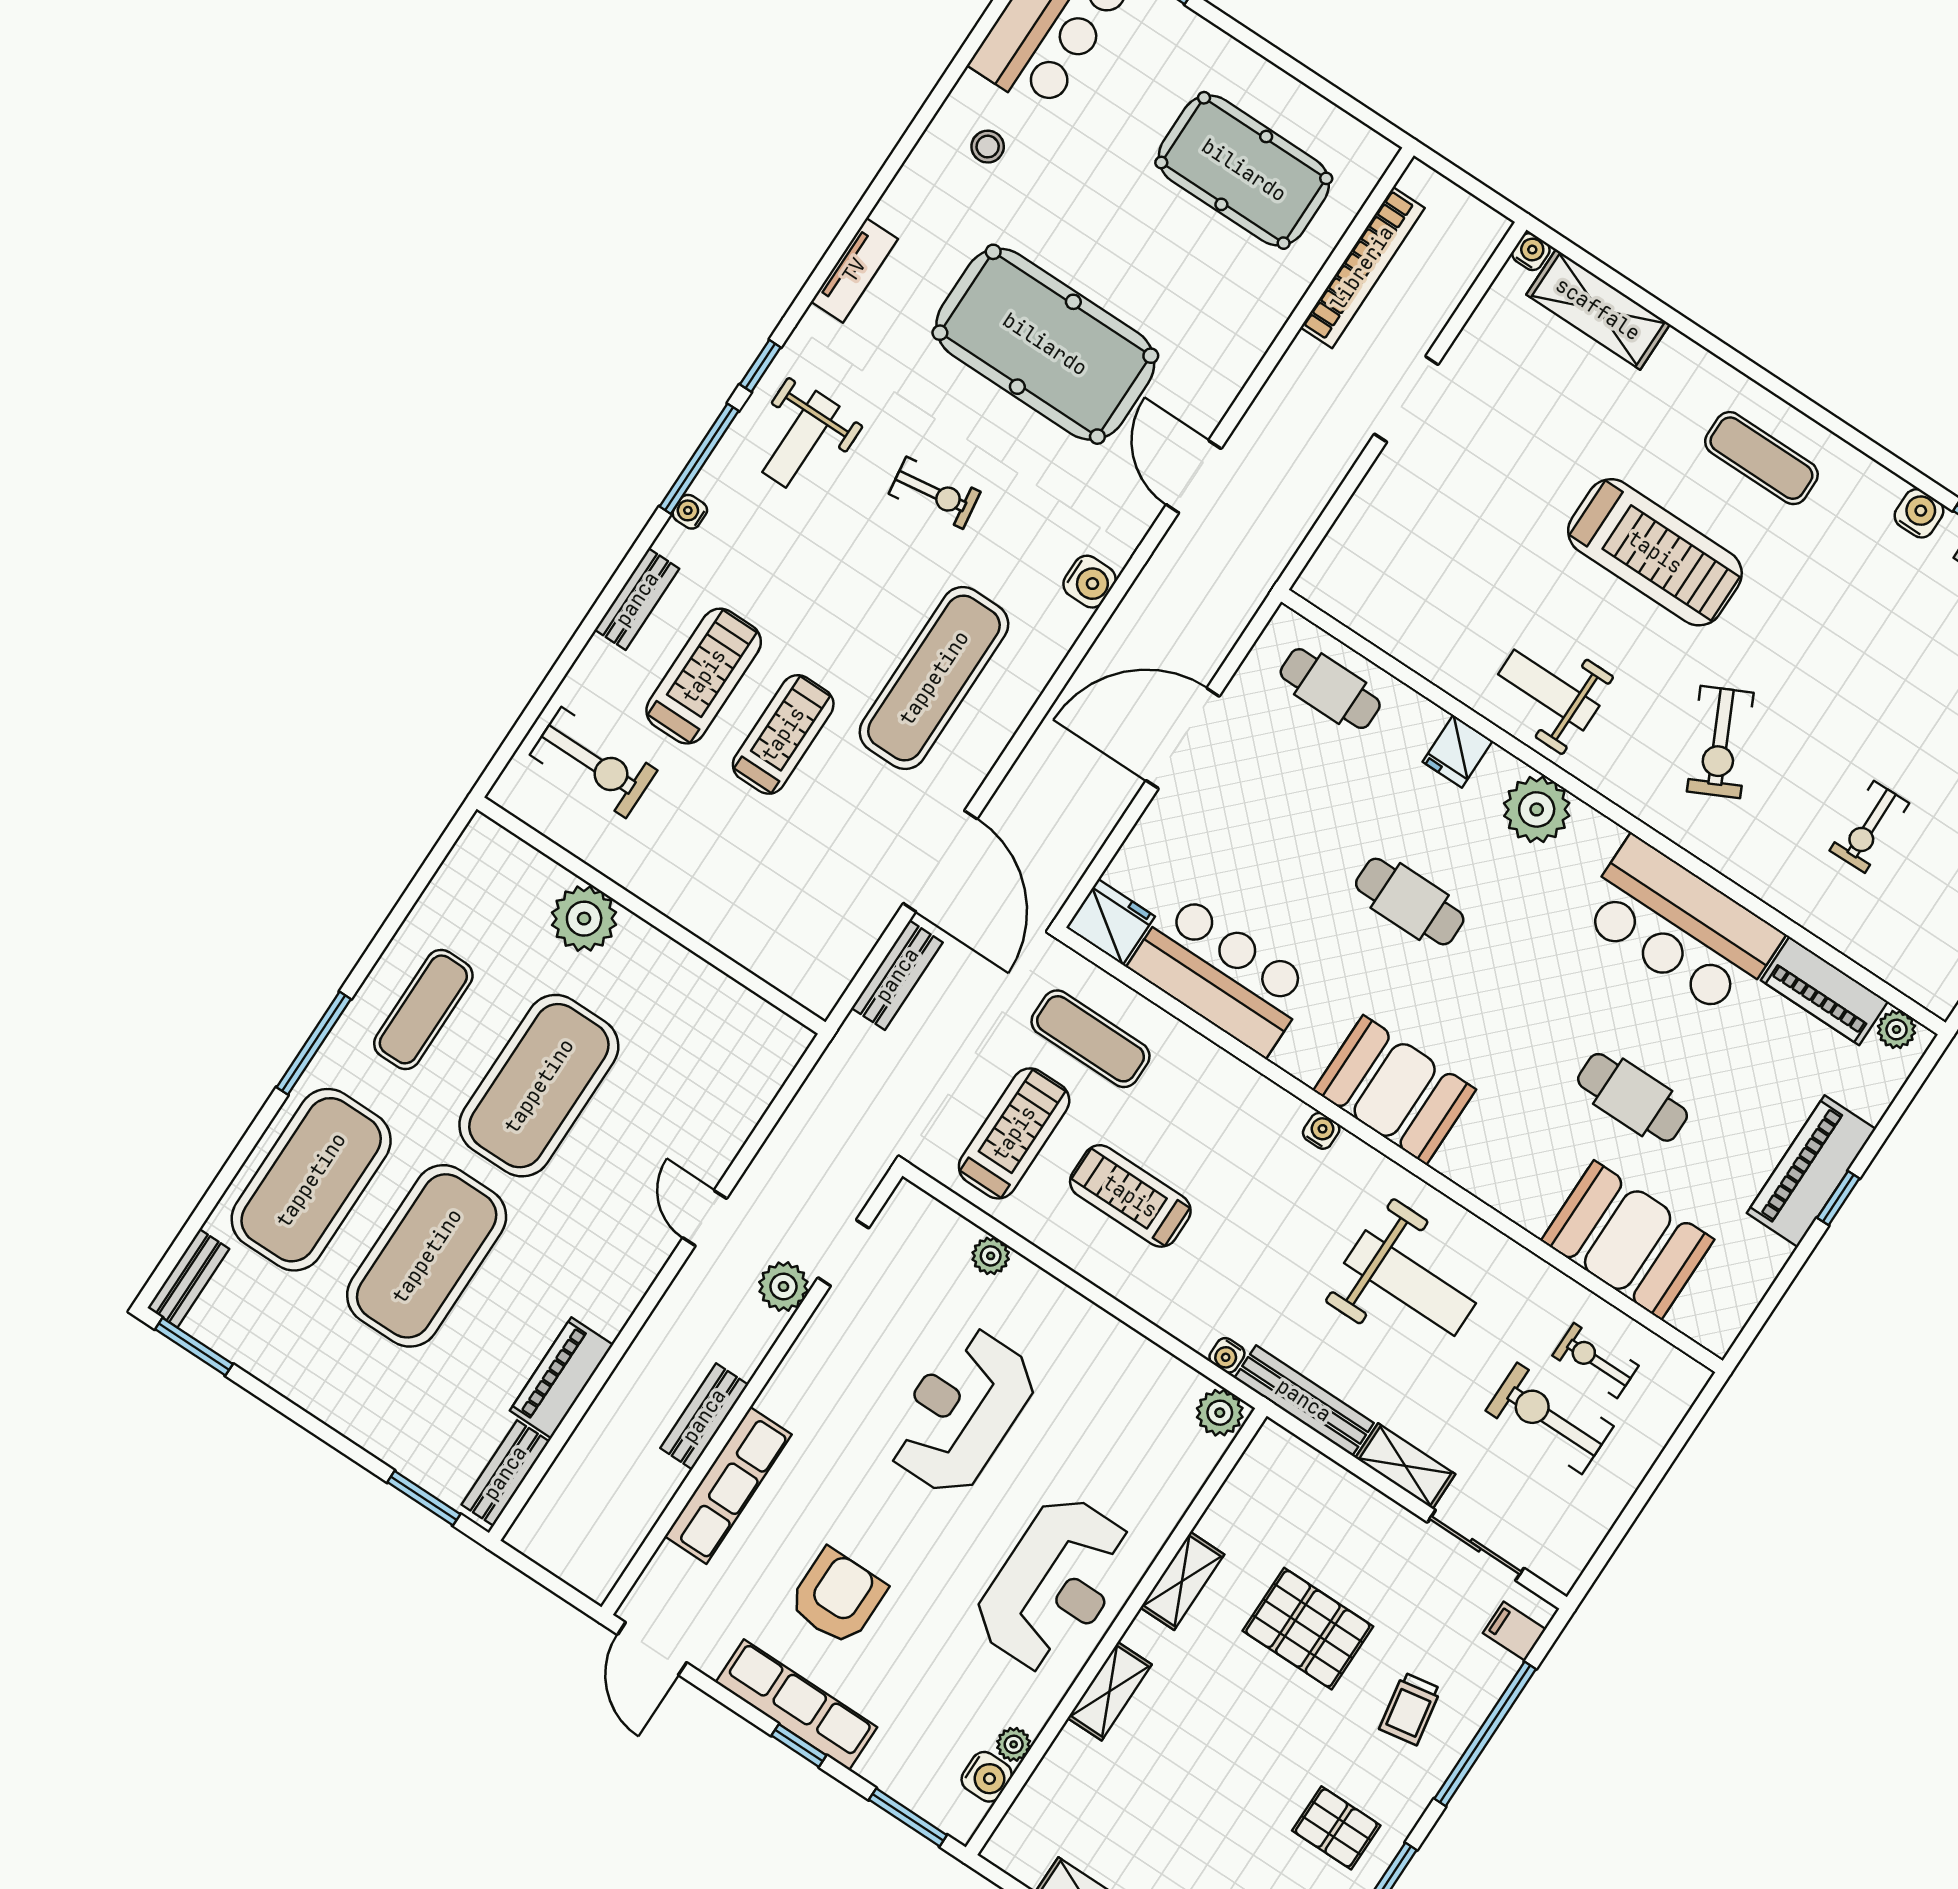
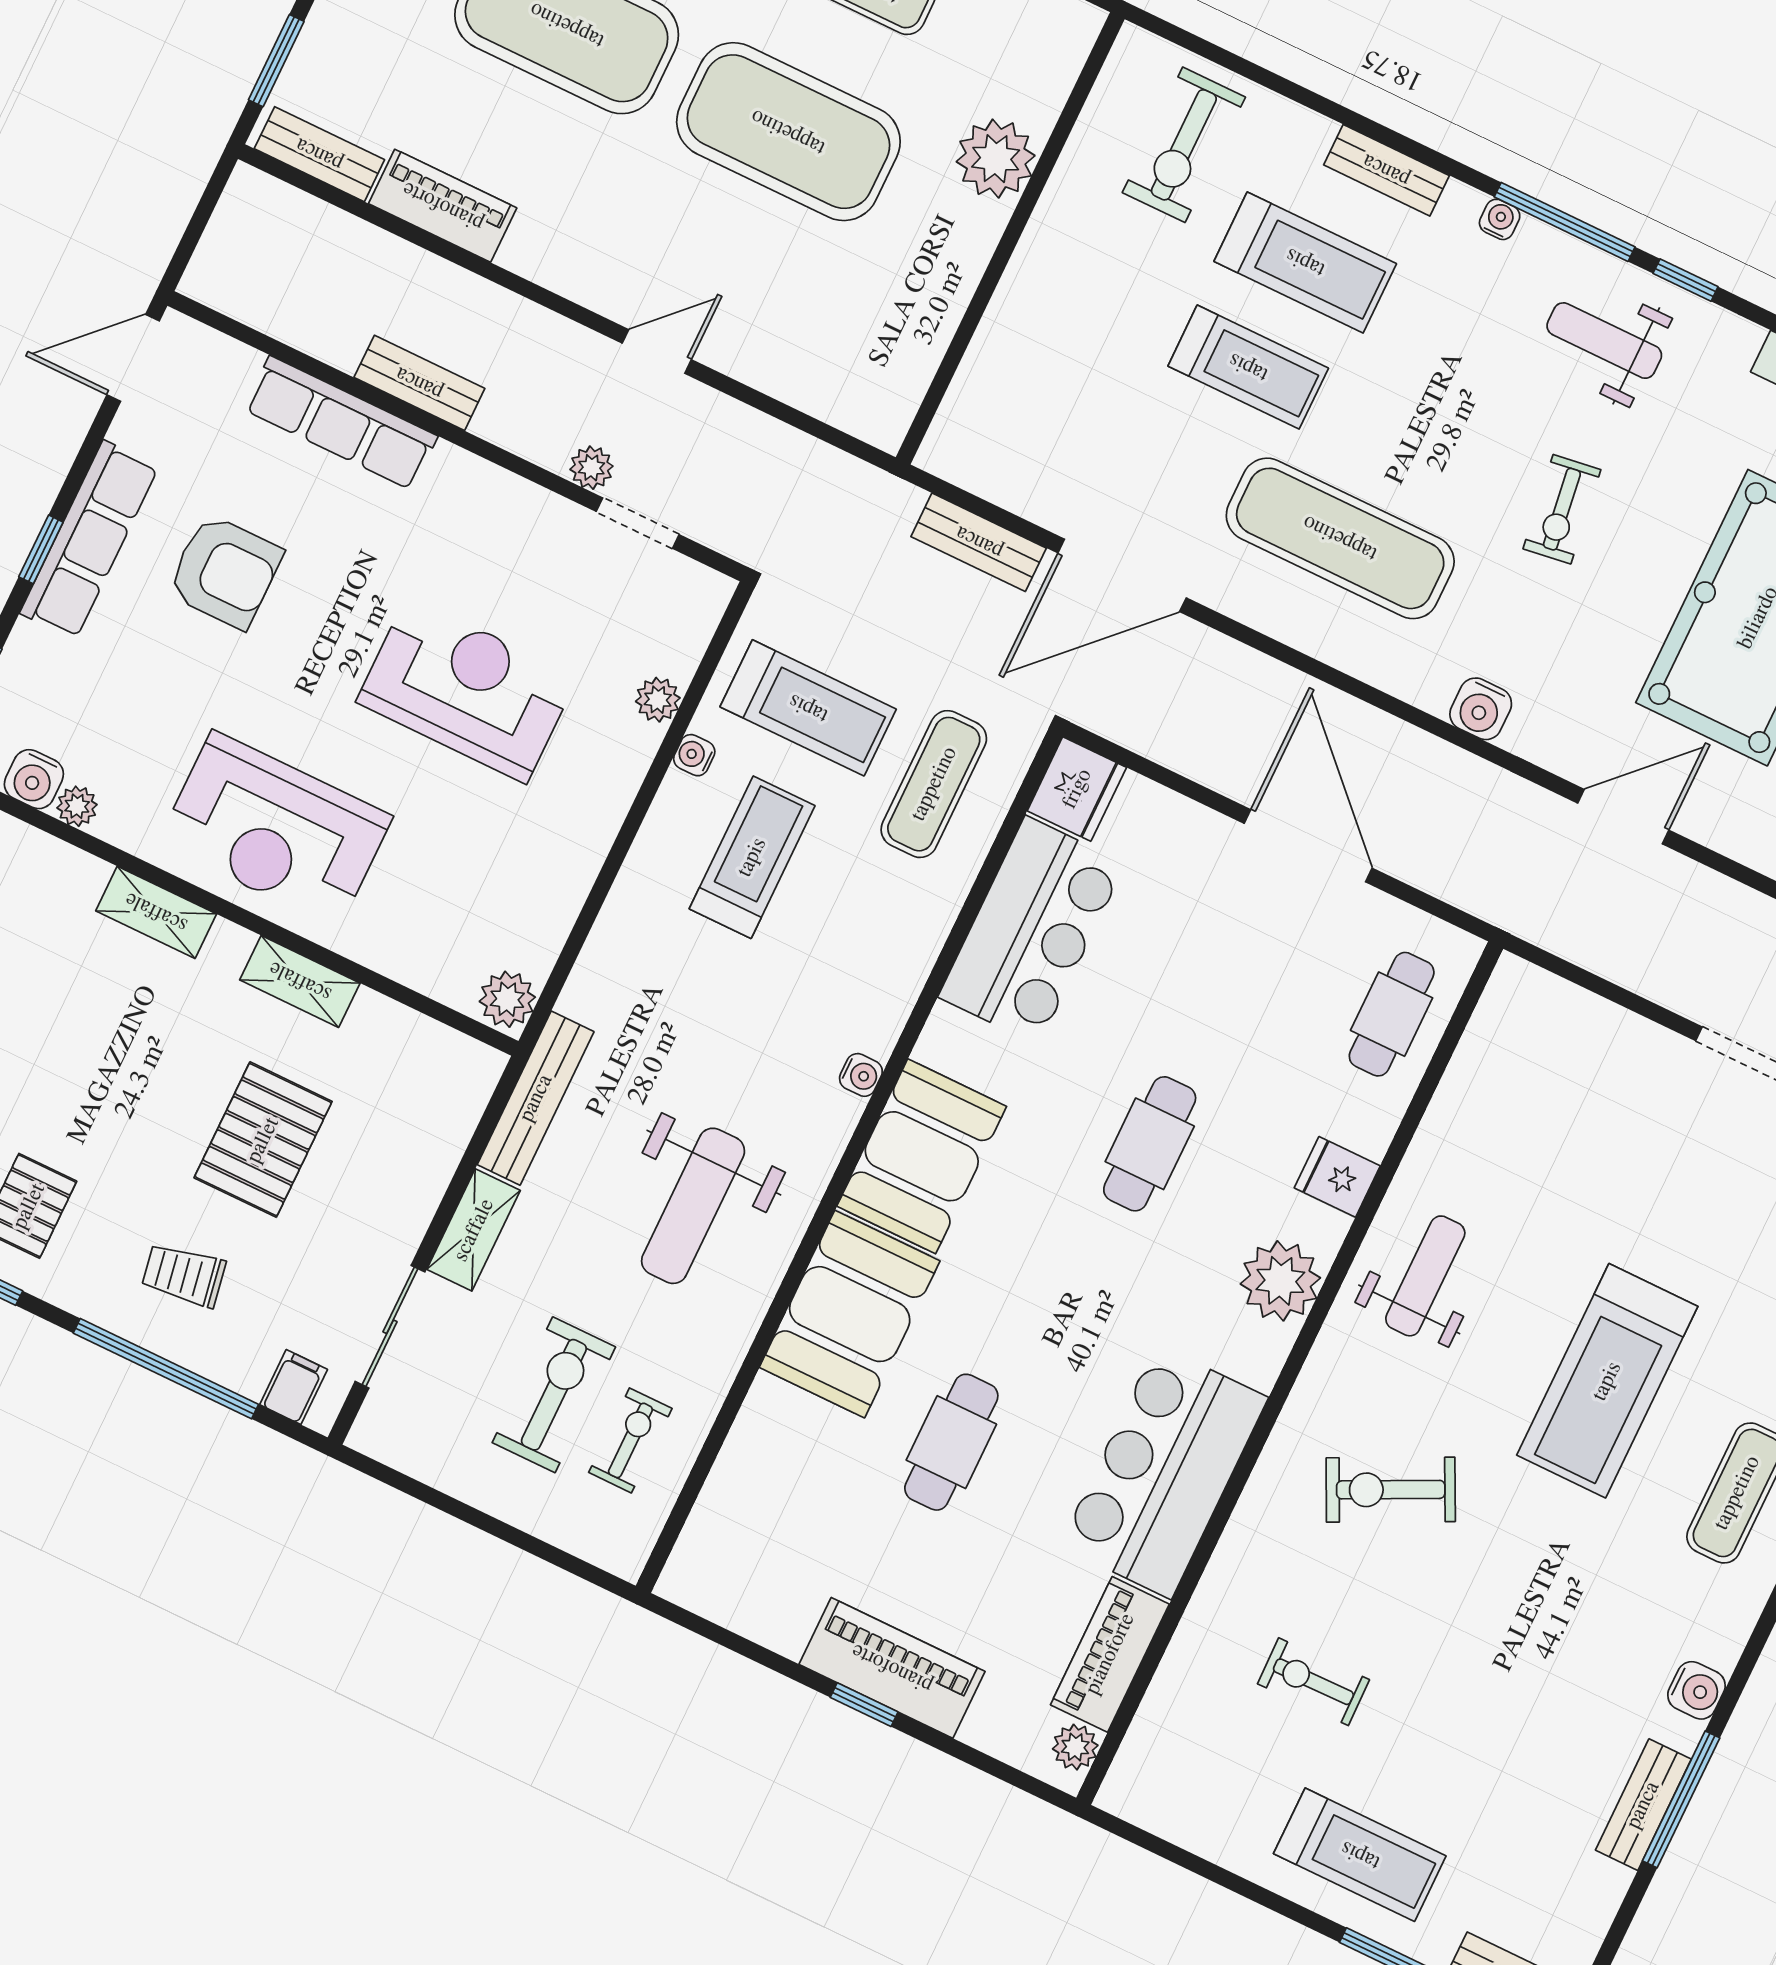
booth: (1628, 1240) -> (850, 1314), moved
plant: (783, 1287) -> (591, 468), width x0.73, depth x0.73
water cooler: (1227, 1355) -> (694, 755), moved

